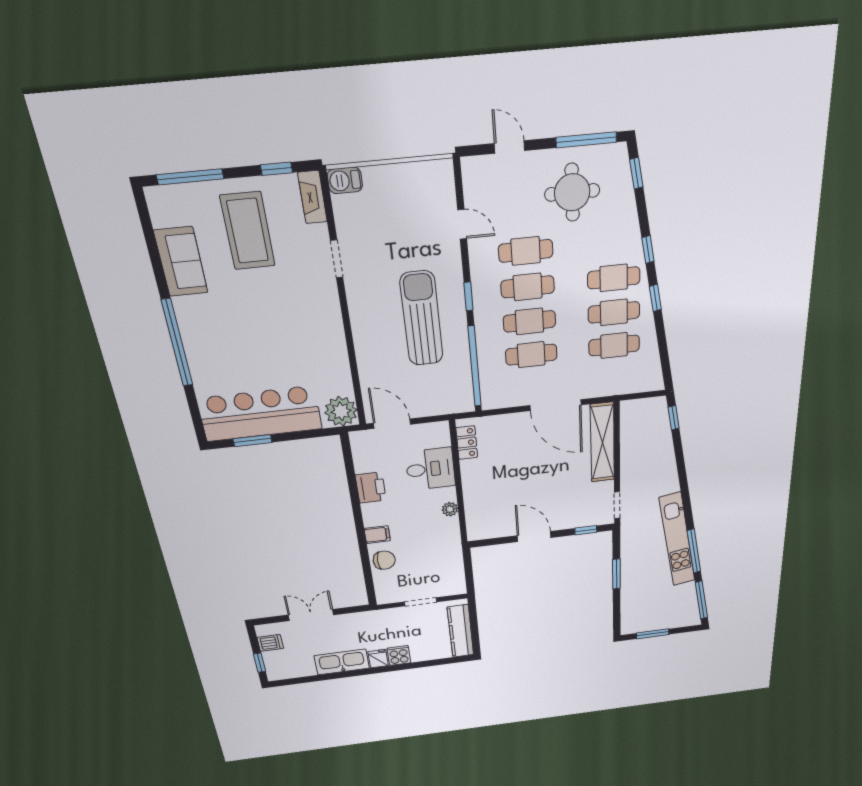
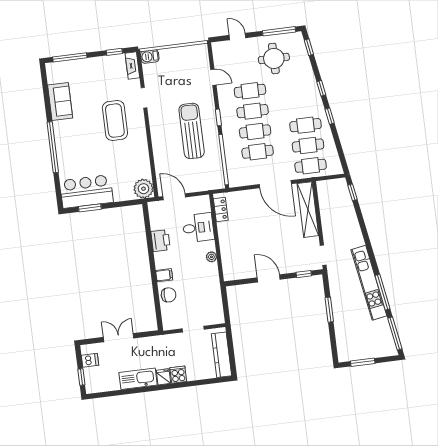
coffee table: (248, 231) -> (115, 121), moved
cafe table: (614, 278) -> (311, 166), moved
bar counter: (260, 414) -> (87, 191), width x0.73

